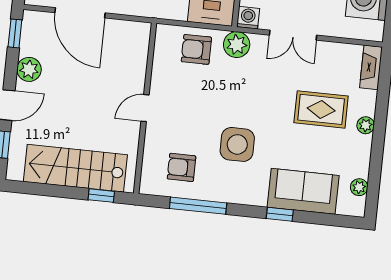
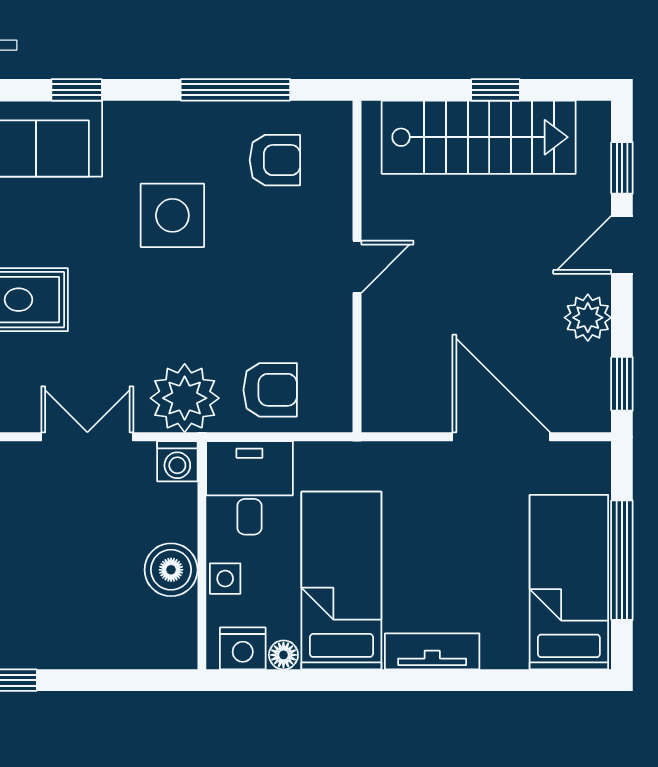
plant: (237, 45) -> (185, 398), width x1.36, depth x1.36
window: (101, 196) -> (495, 90), moved

